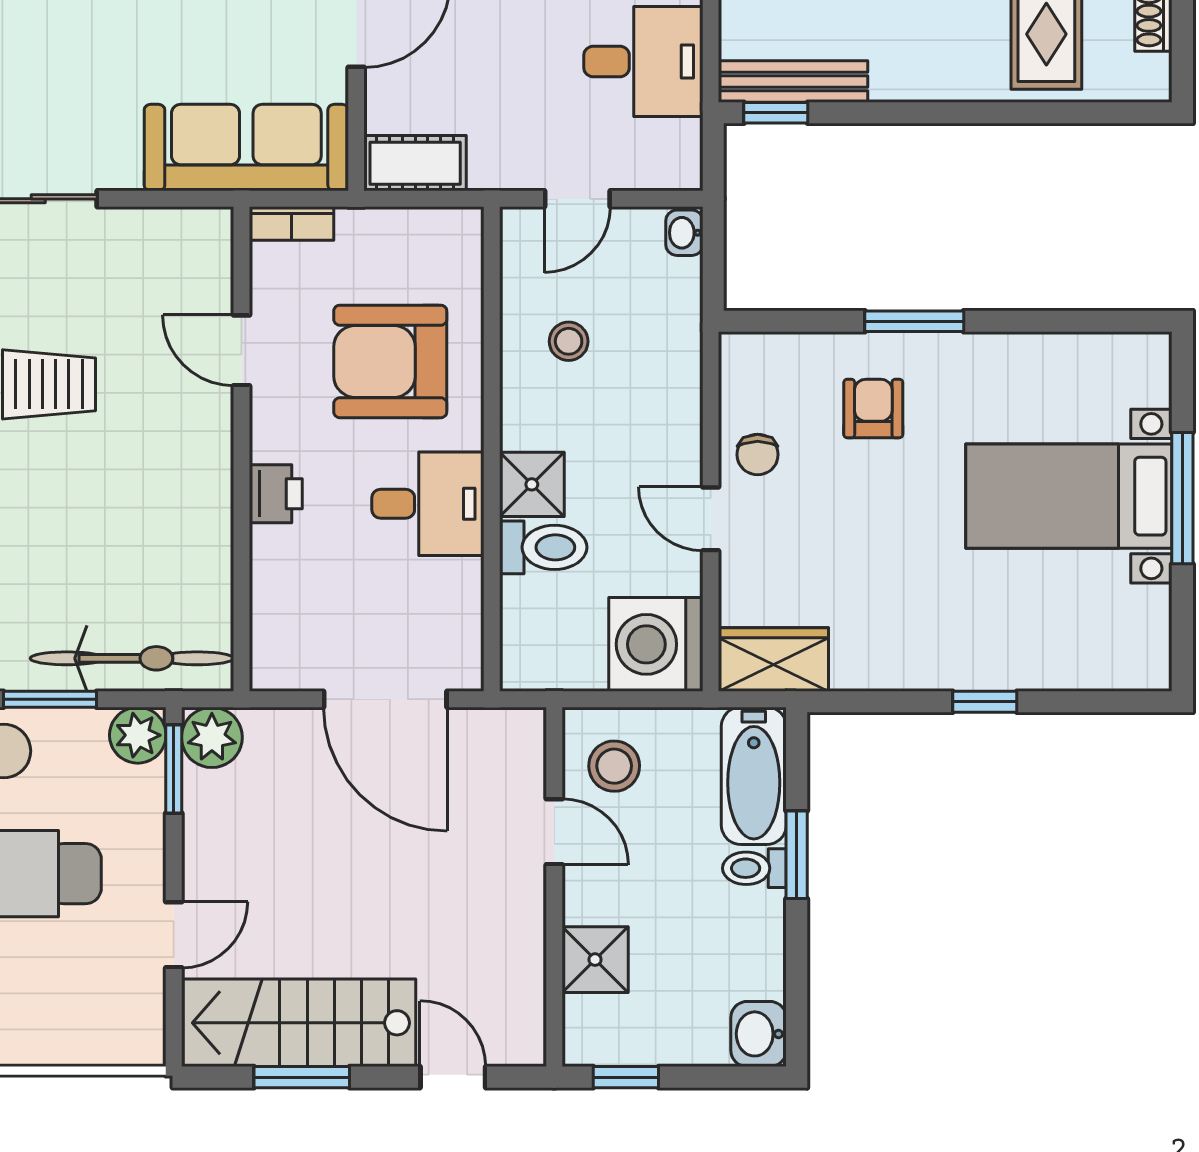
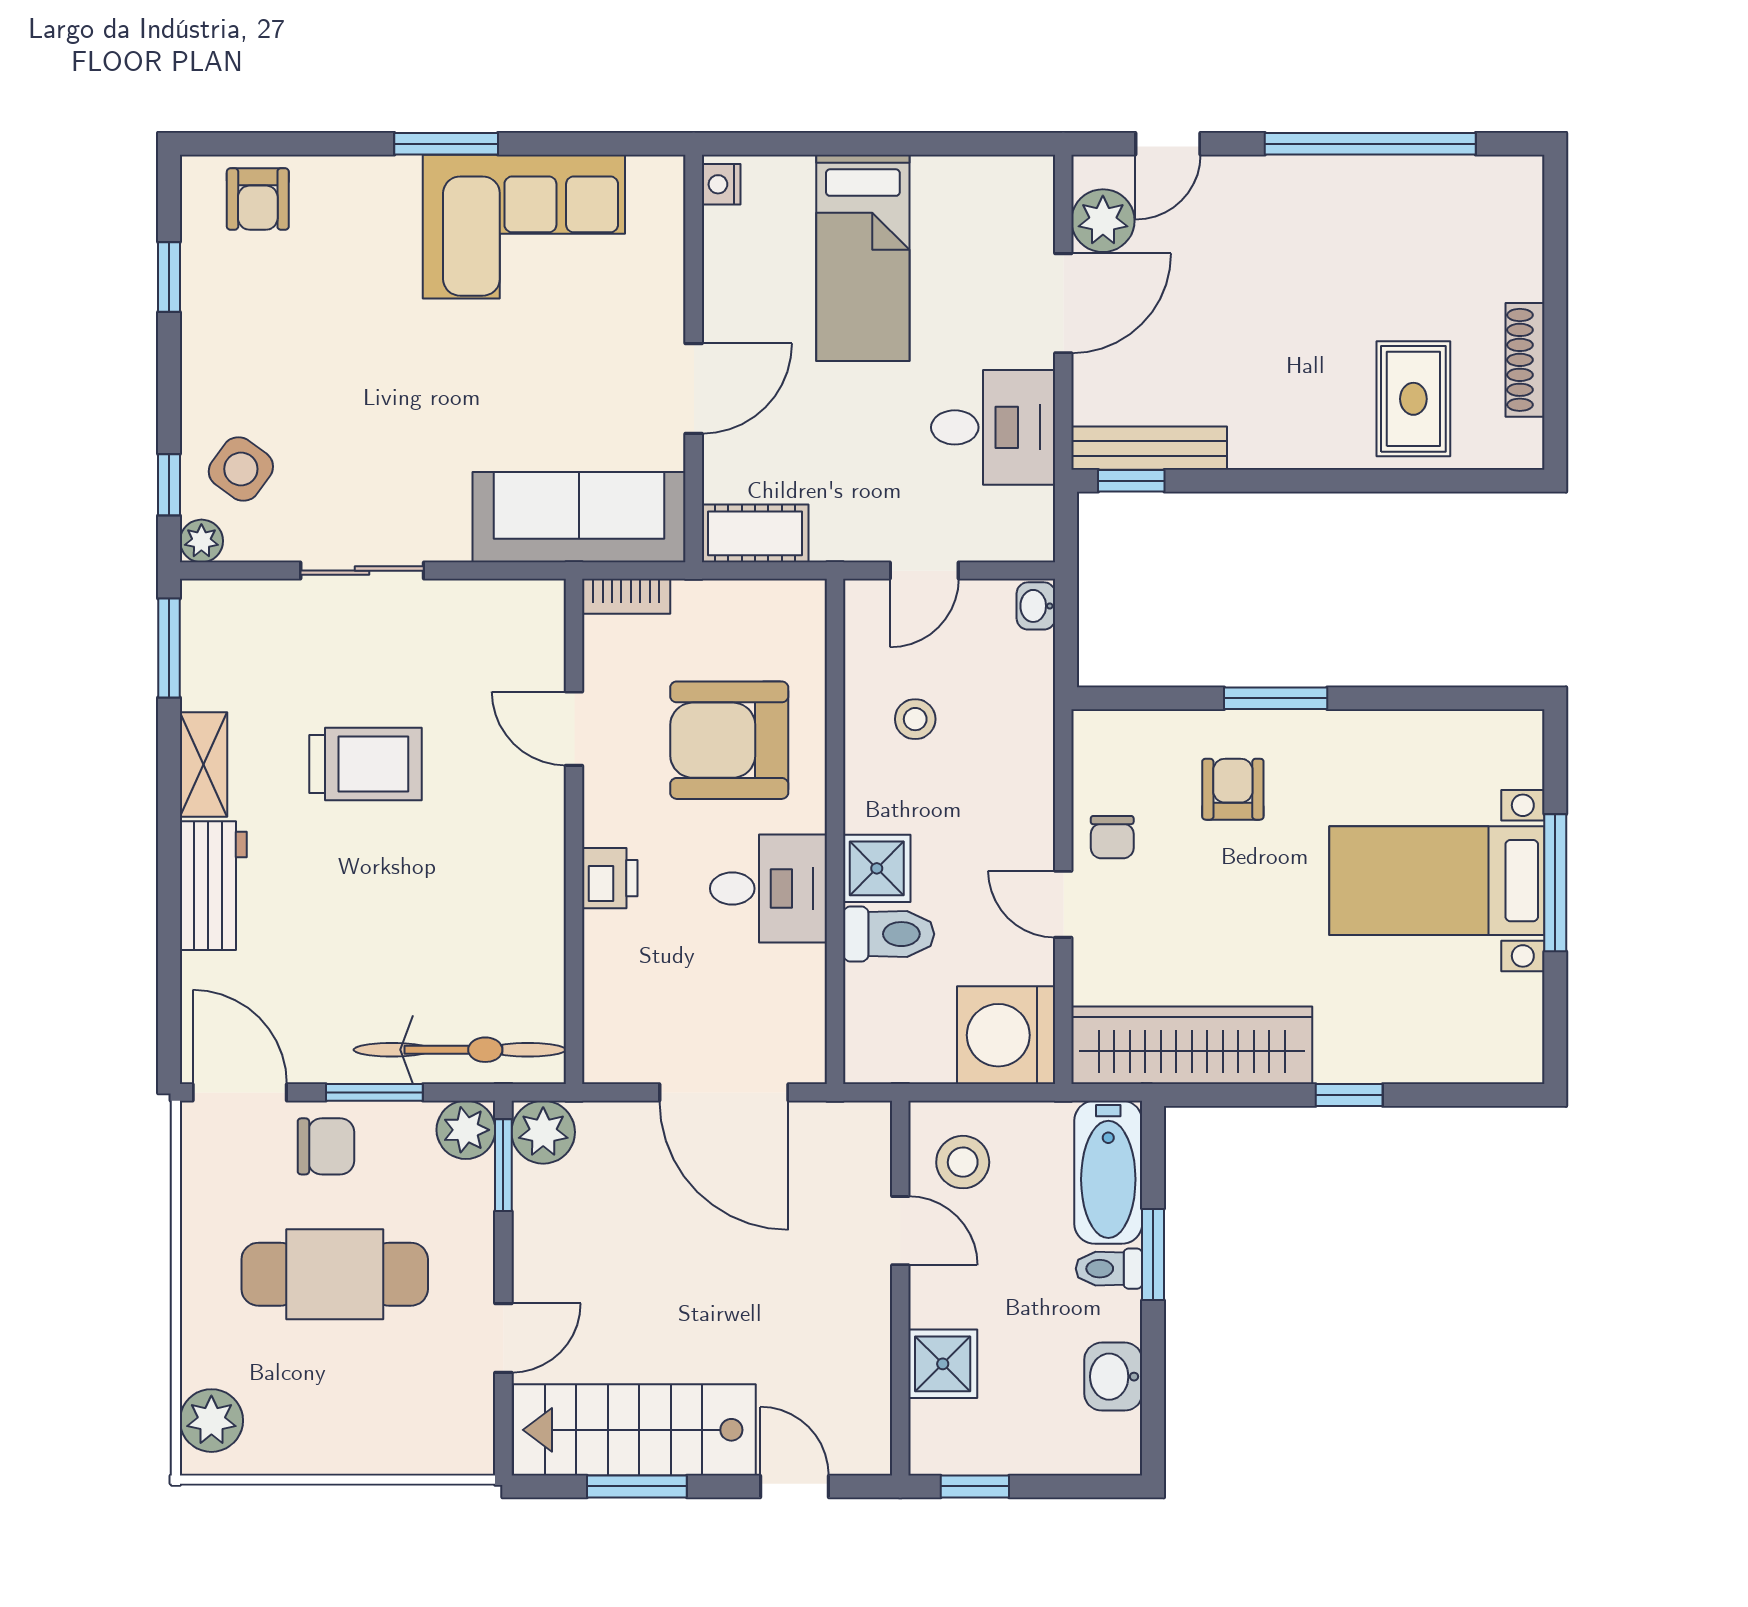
wardrobe: (773, 660) -> (1192, 1045), width x2.10, depth x1.17
washbasin: (759, 1034) -> (1113, 1377), moved

